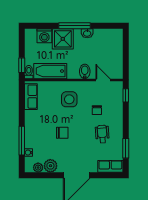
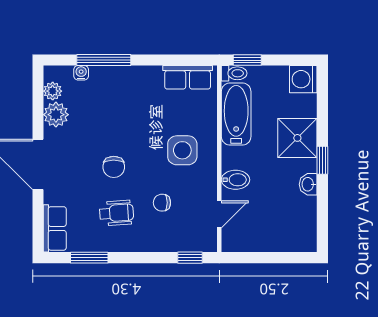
window: (74, 26) -> (322, 160), width x0.46
washing machine: (44, 36) -> (303, 79), moved
chair: (62, 133) -> (114, 167), moved

